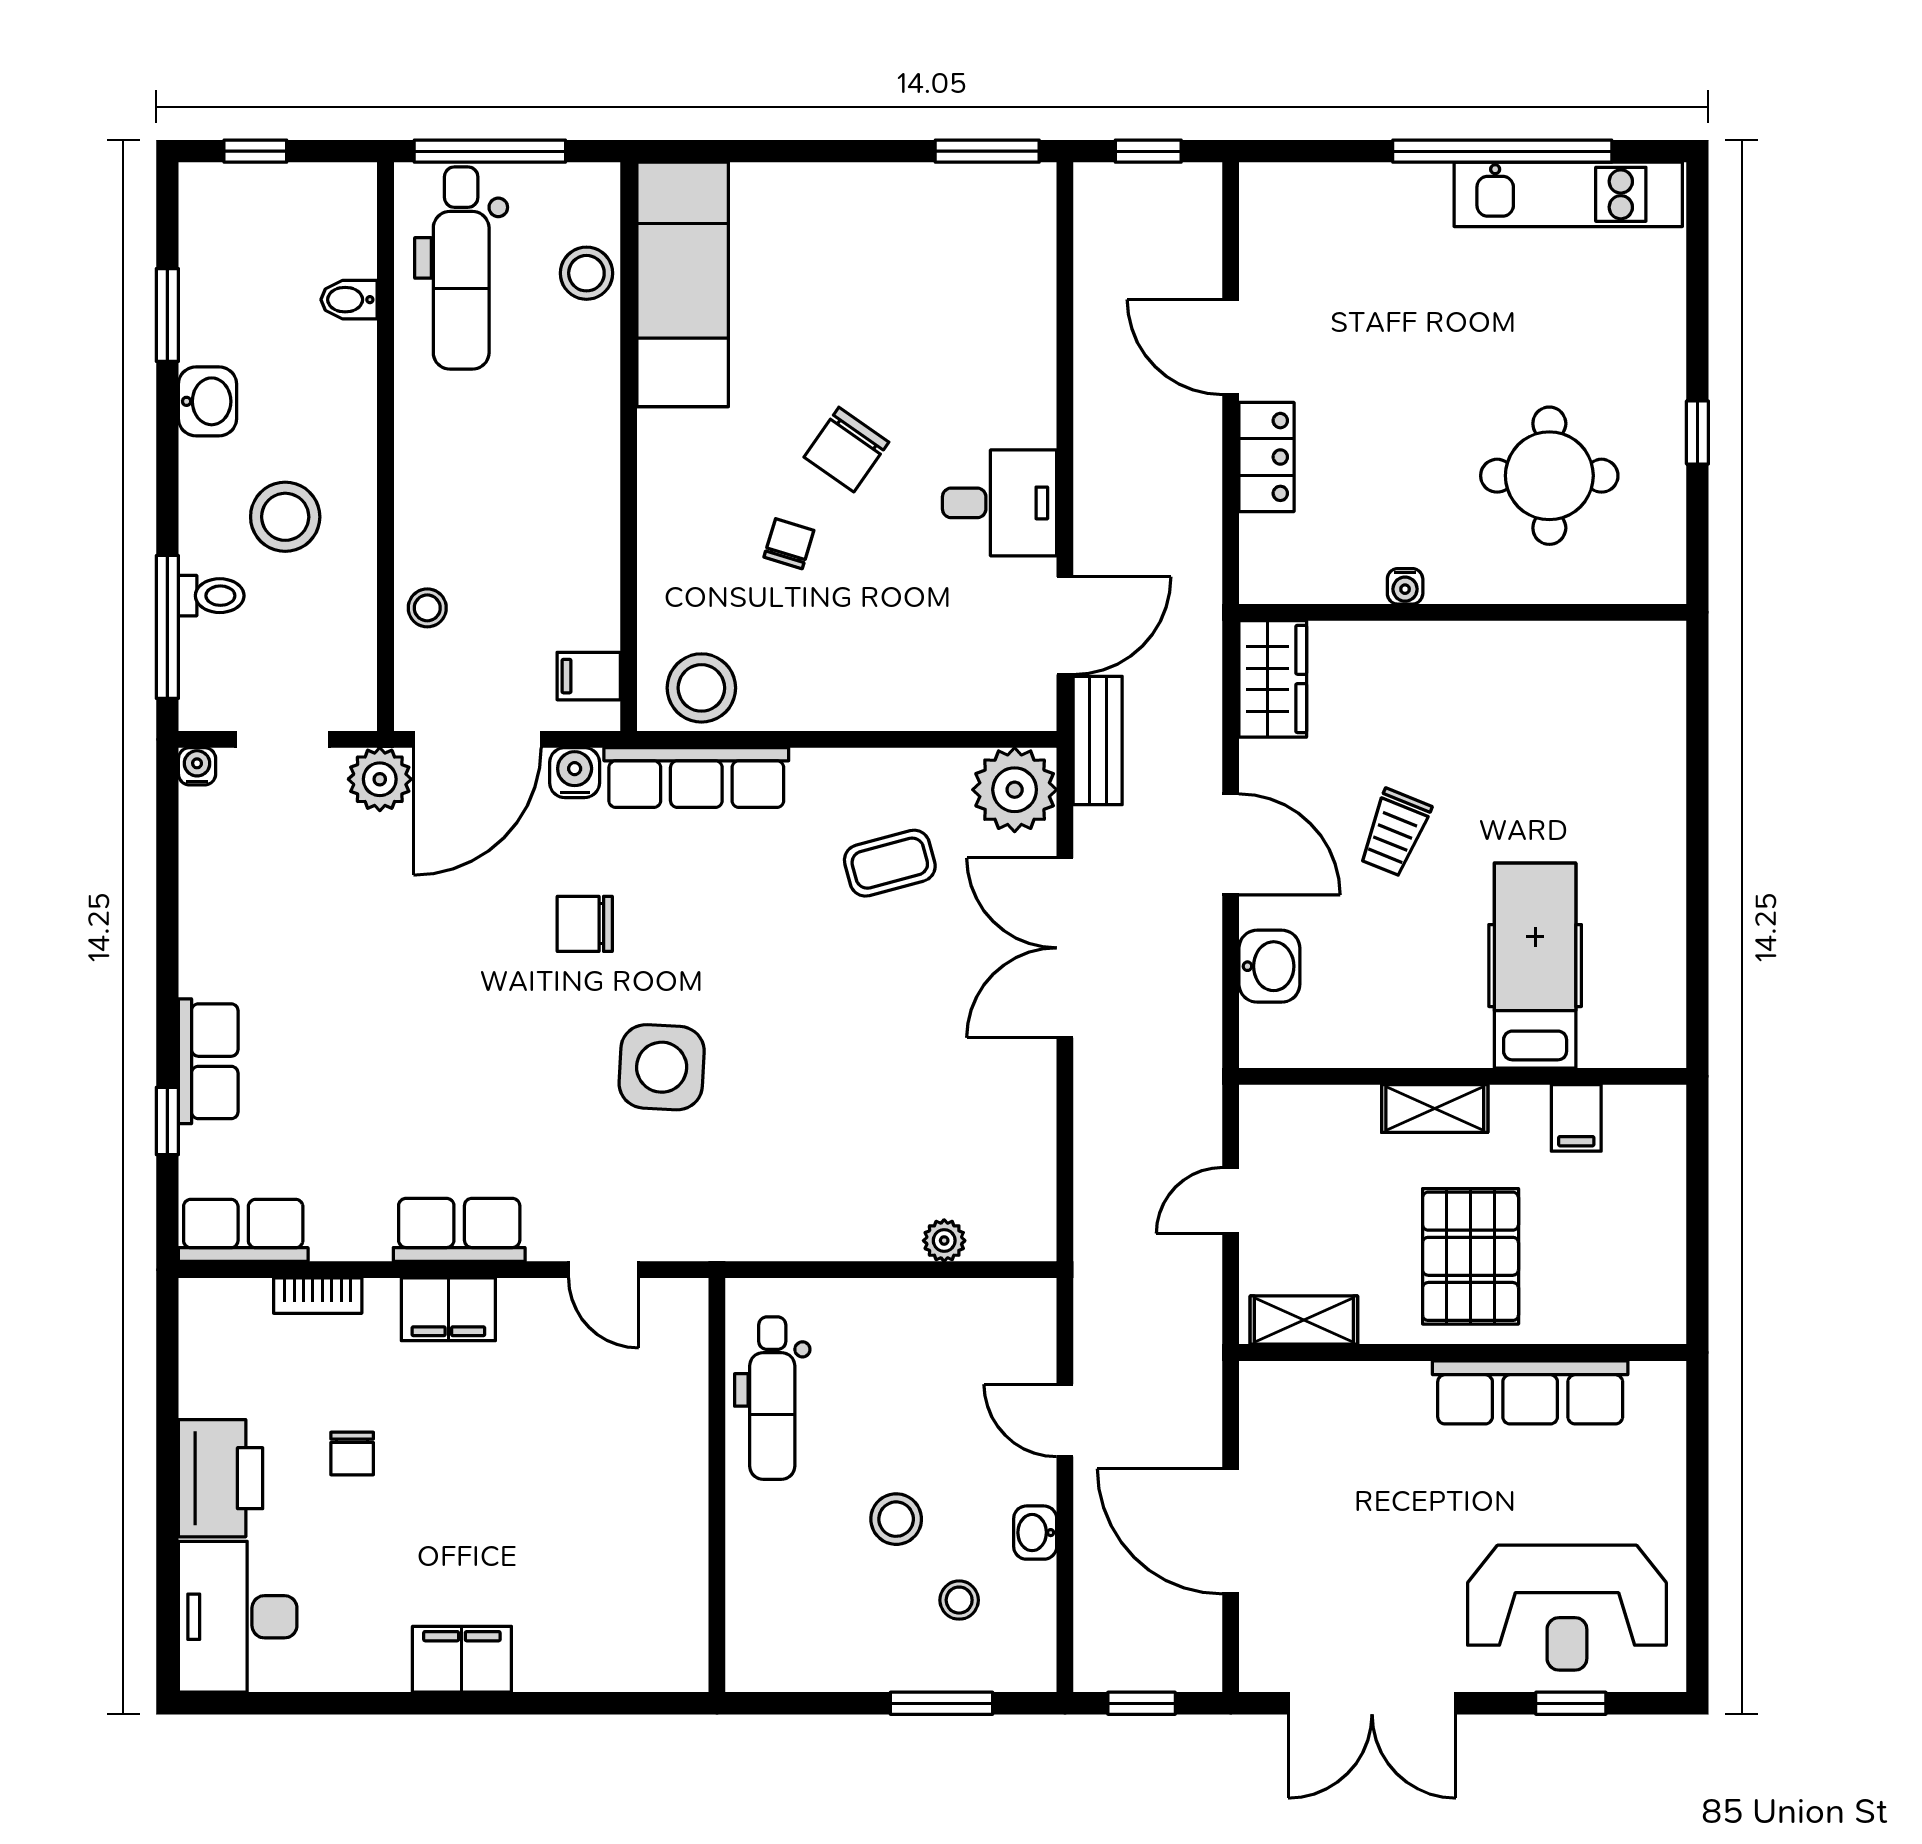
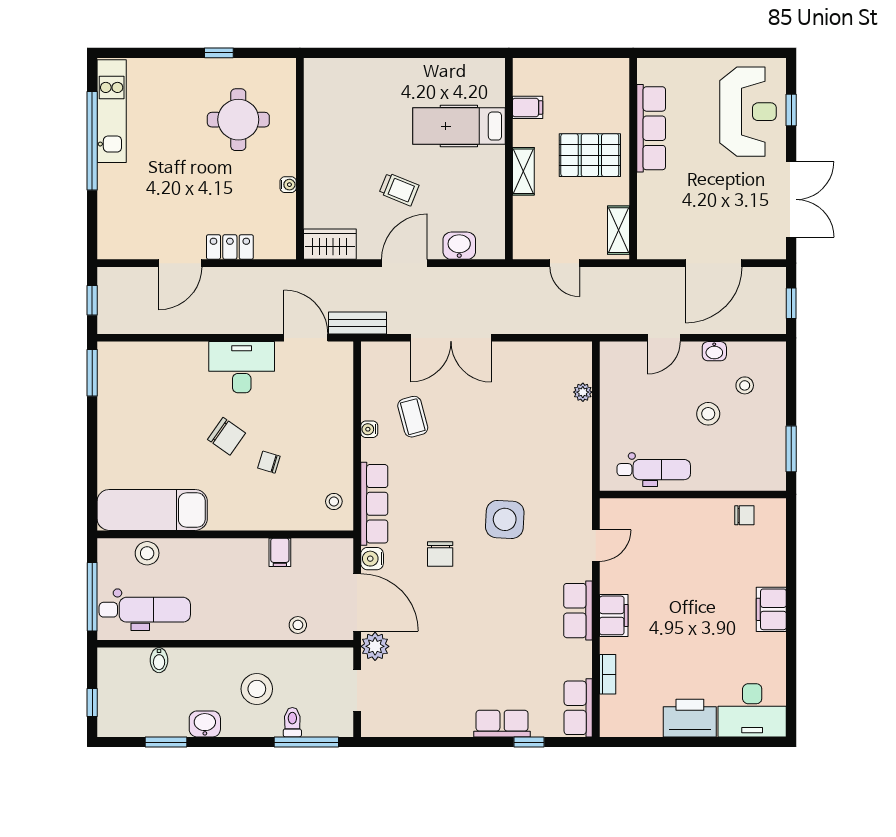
desk: (1000, 503) -> (242, 367), width x1.37
filing cabinet: (589, 676) -> (280, 552), moved
stool: (701, 688) -> (334, 501), width x0.53, depth x0.53
water cooler: (197, 766) -> (369, 429), moved
plant: (1015, 790) -> (380, 360), removed
chair: (352, 1453) -> (744, 515), moved
window: (941, 1703) -> (791, 449), moved

